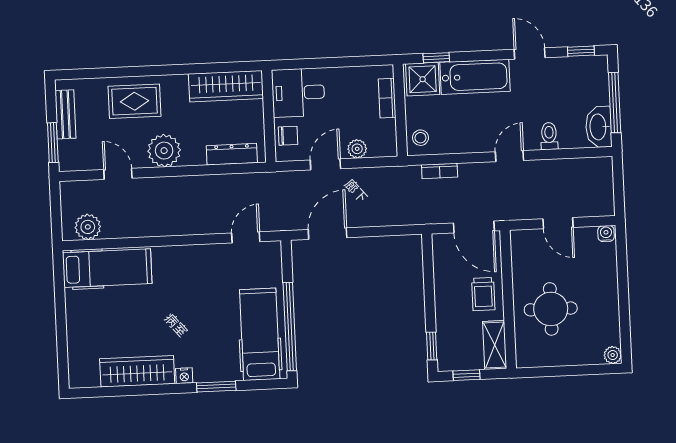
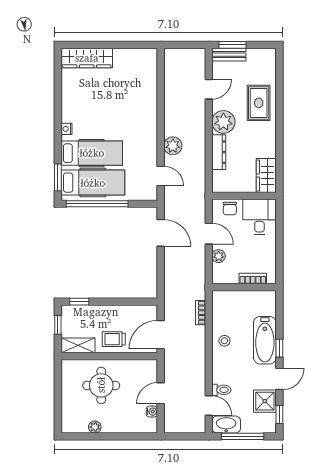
window: (436, 58) -> (279, 348), moved
shower: (423, 79) -> (265, 401), moved
wardrobe: (226, 86) -> (266, 175), width x0.67
bench: (65, 114) -> (229, 55), moved
stool: (420, 138) -> (224, 341), moved
dresser: (232, 154) -> (219, 152), moved
door: (509, 156) -> (209, 405), moved
plant: (88, 227) -> (173, 146), moved
water cooler: (606, 234) -> (152, 412), moved
hospital bed: (107, 268) -> (92, 153), moved, turned -90
plant: (613, 355) -> (95, 427), moved
wardrobe: (137, 371) -> (87, 58), moved, turned 90
window: (216, 387) -> (58, 177), moved

